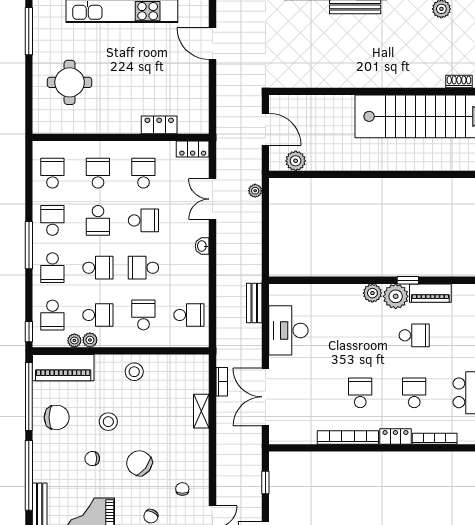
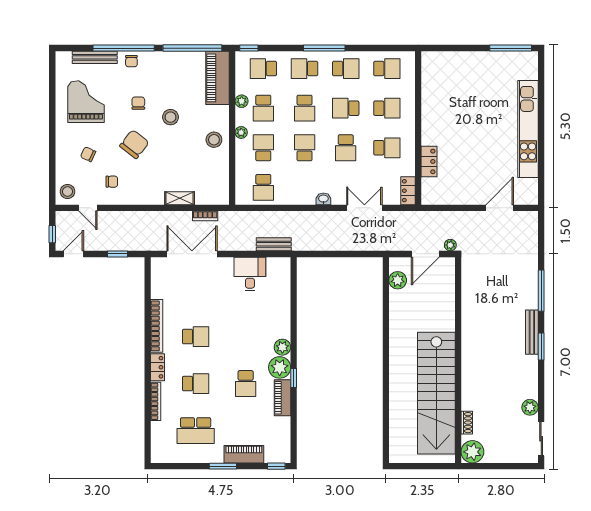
round table: (70, 82) -> (466, 83), removed
plant: (255, 191) -> (450, 245), moved
school desk: (143, 315) -> (263, 148), turned -90
desk: (288, 330) -> (250, 274), width x0.73
plant: (74, 340) -> (241, 132), moved
chair: (57, 417) -> (131, 61), moved, width x0.54, depth x0.54

